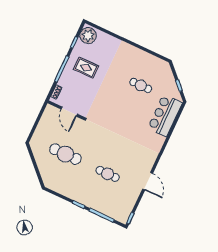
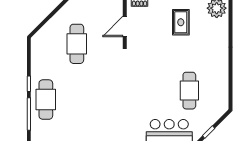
cafe table: (141, 85) -> (189, 91), width x1.37, depth x1.35
cafe table: (108, 174) -> (46, 100), moved, width x1.37, depth x1.35

